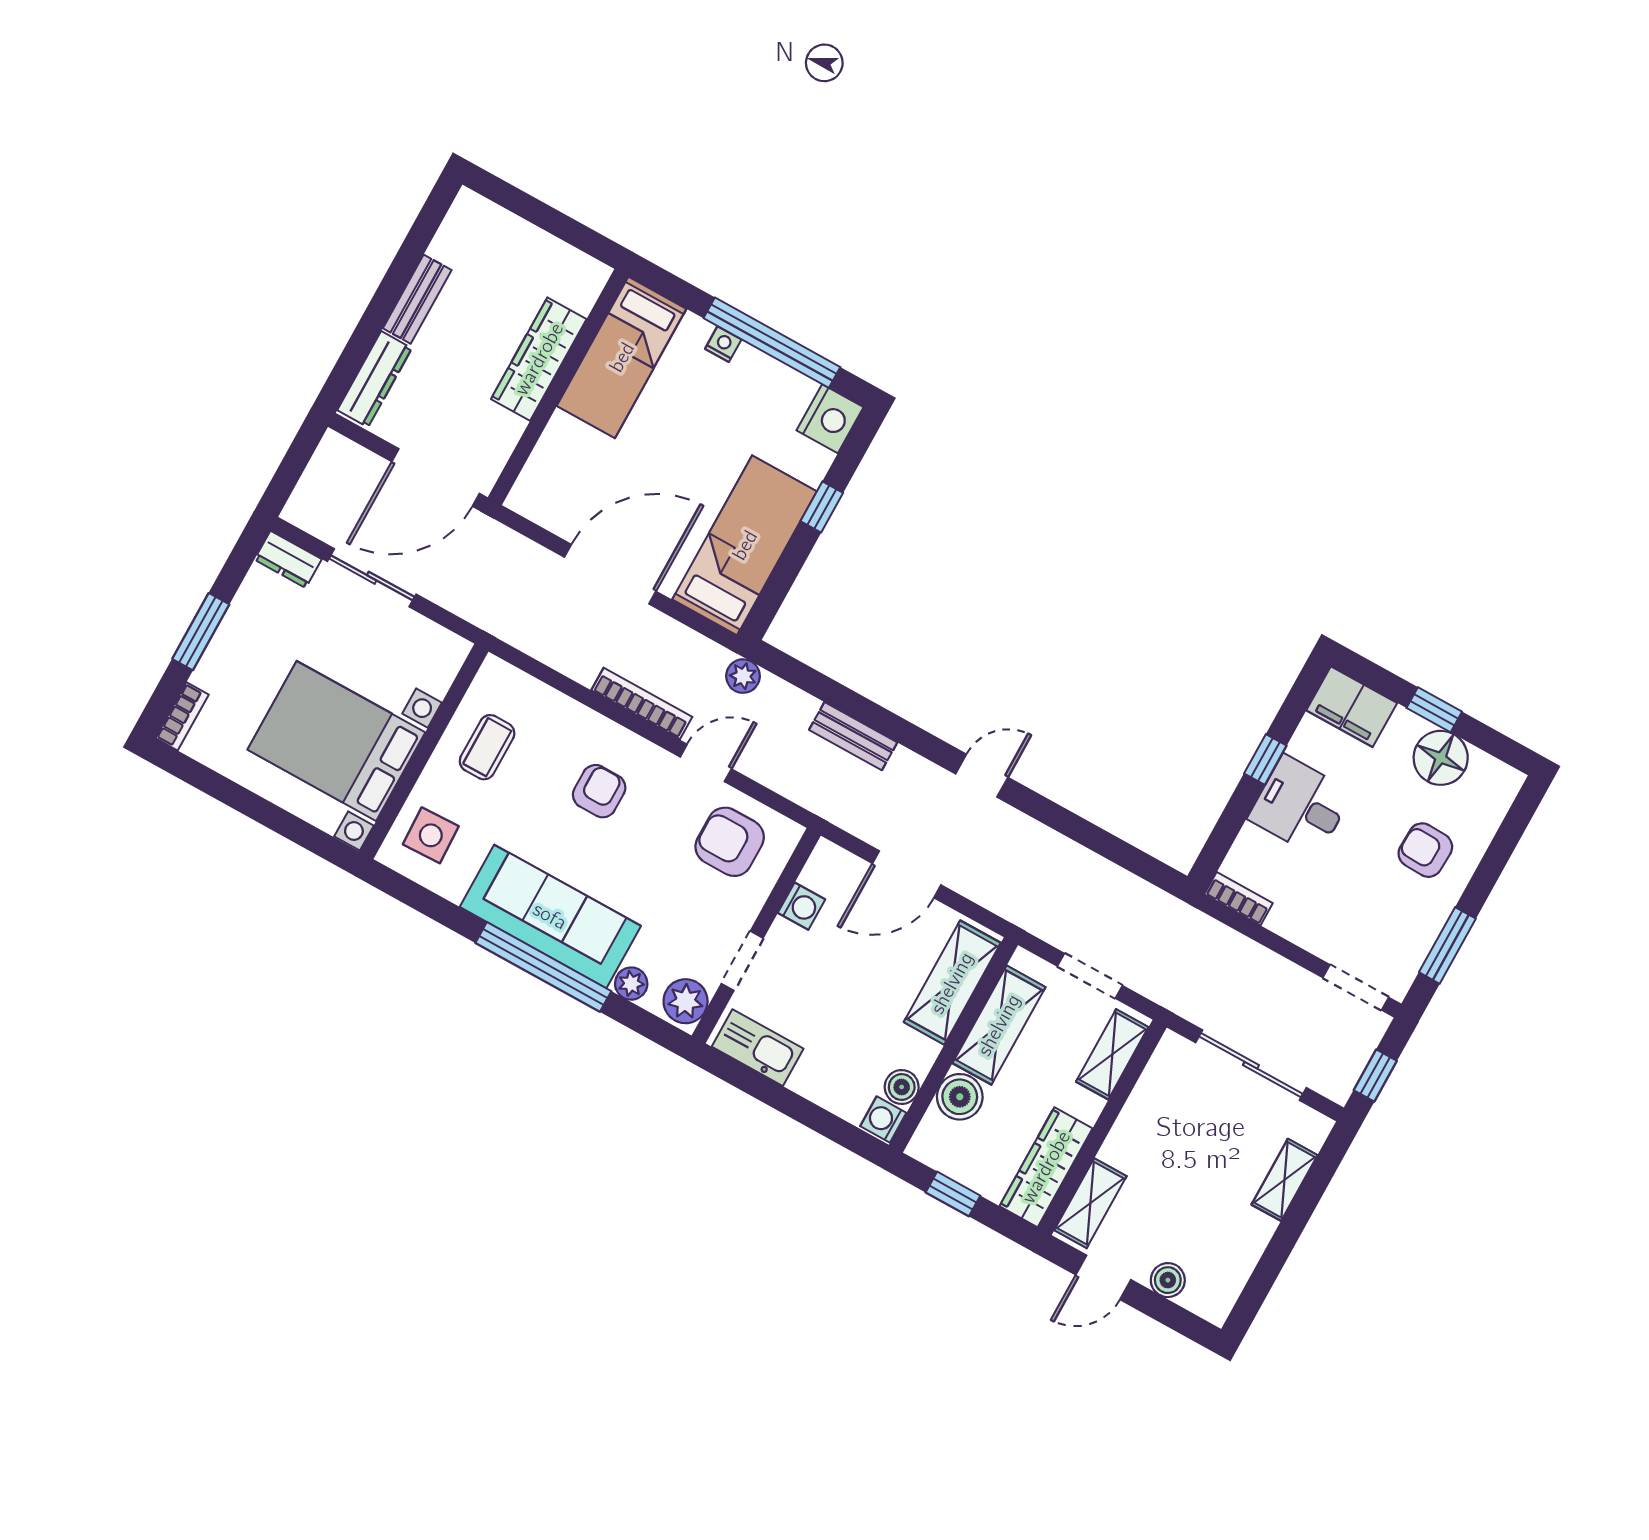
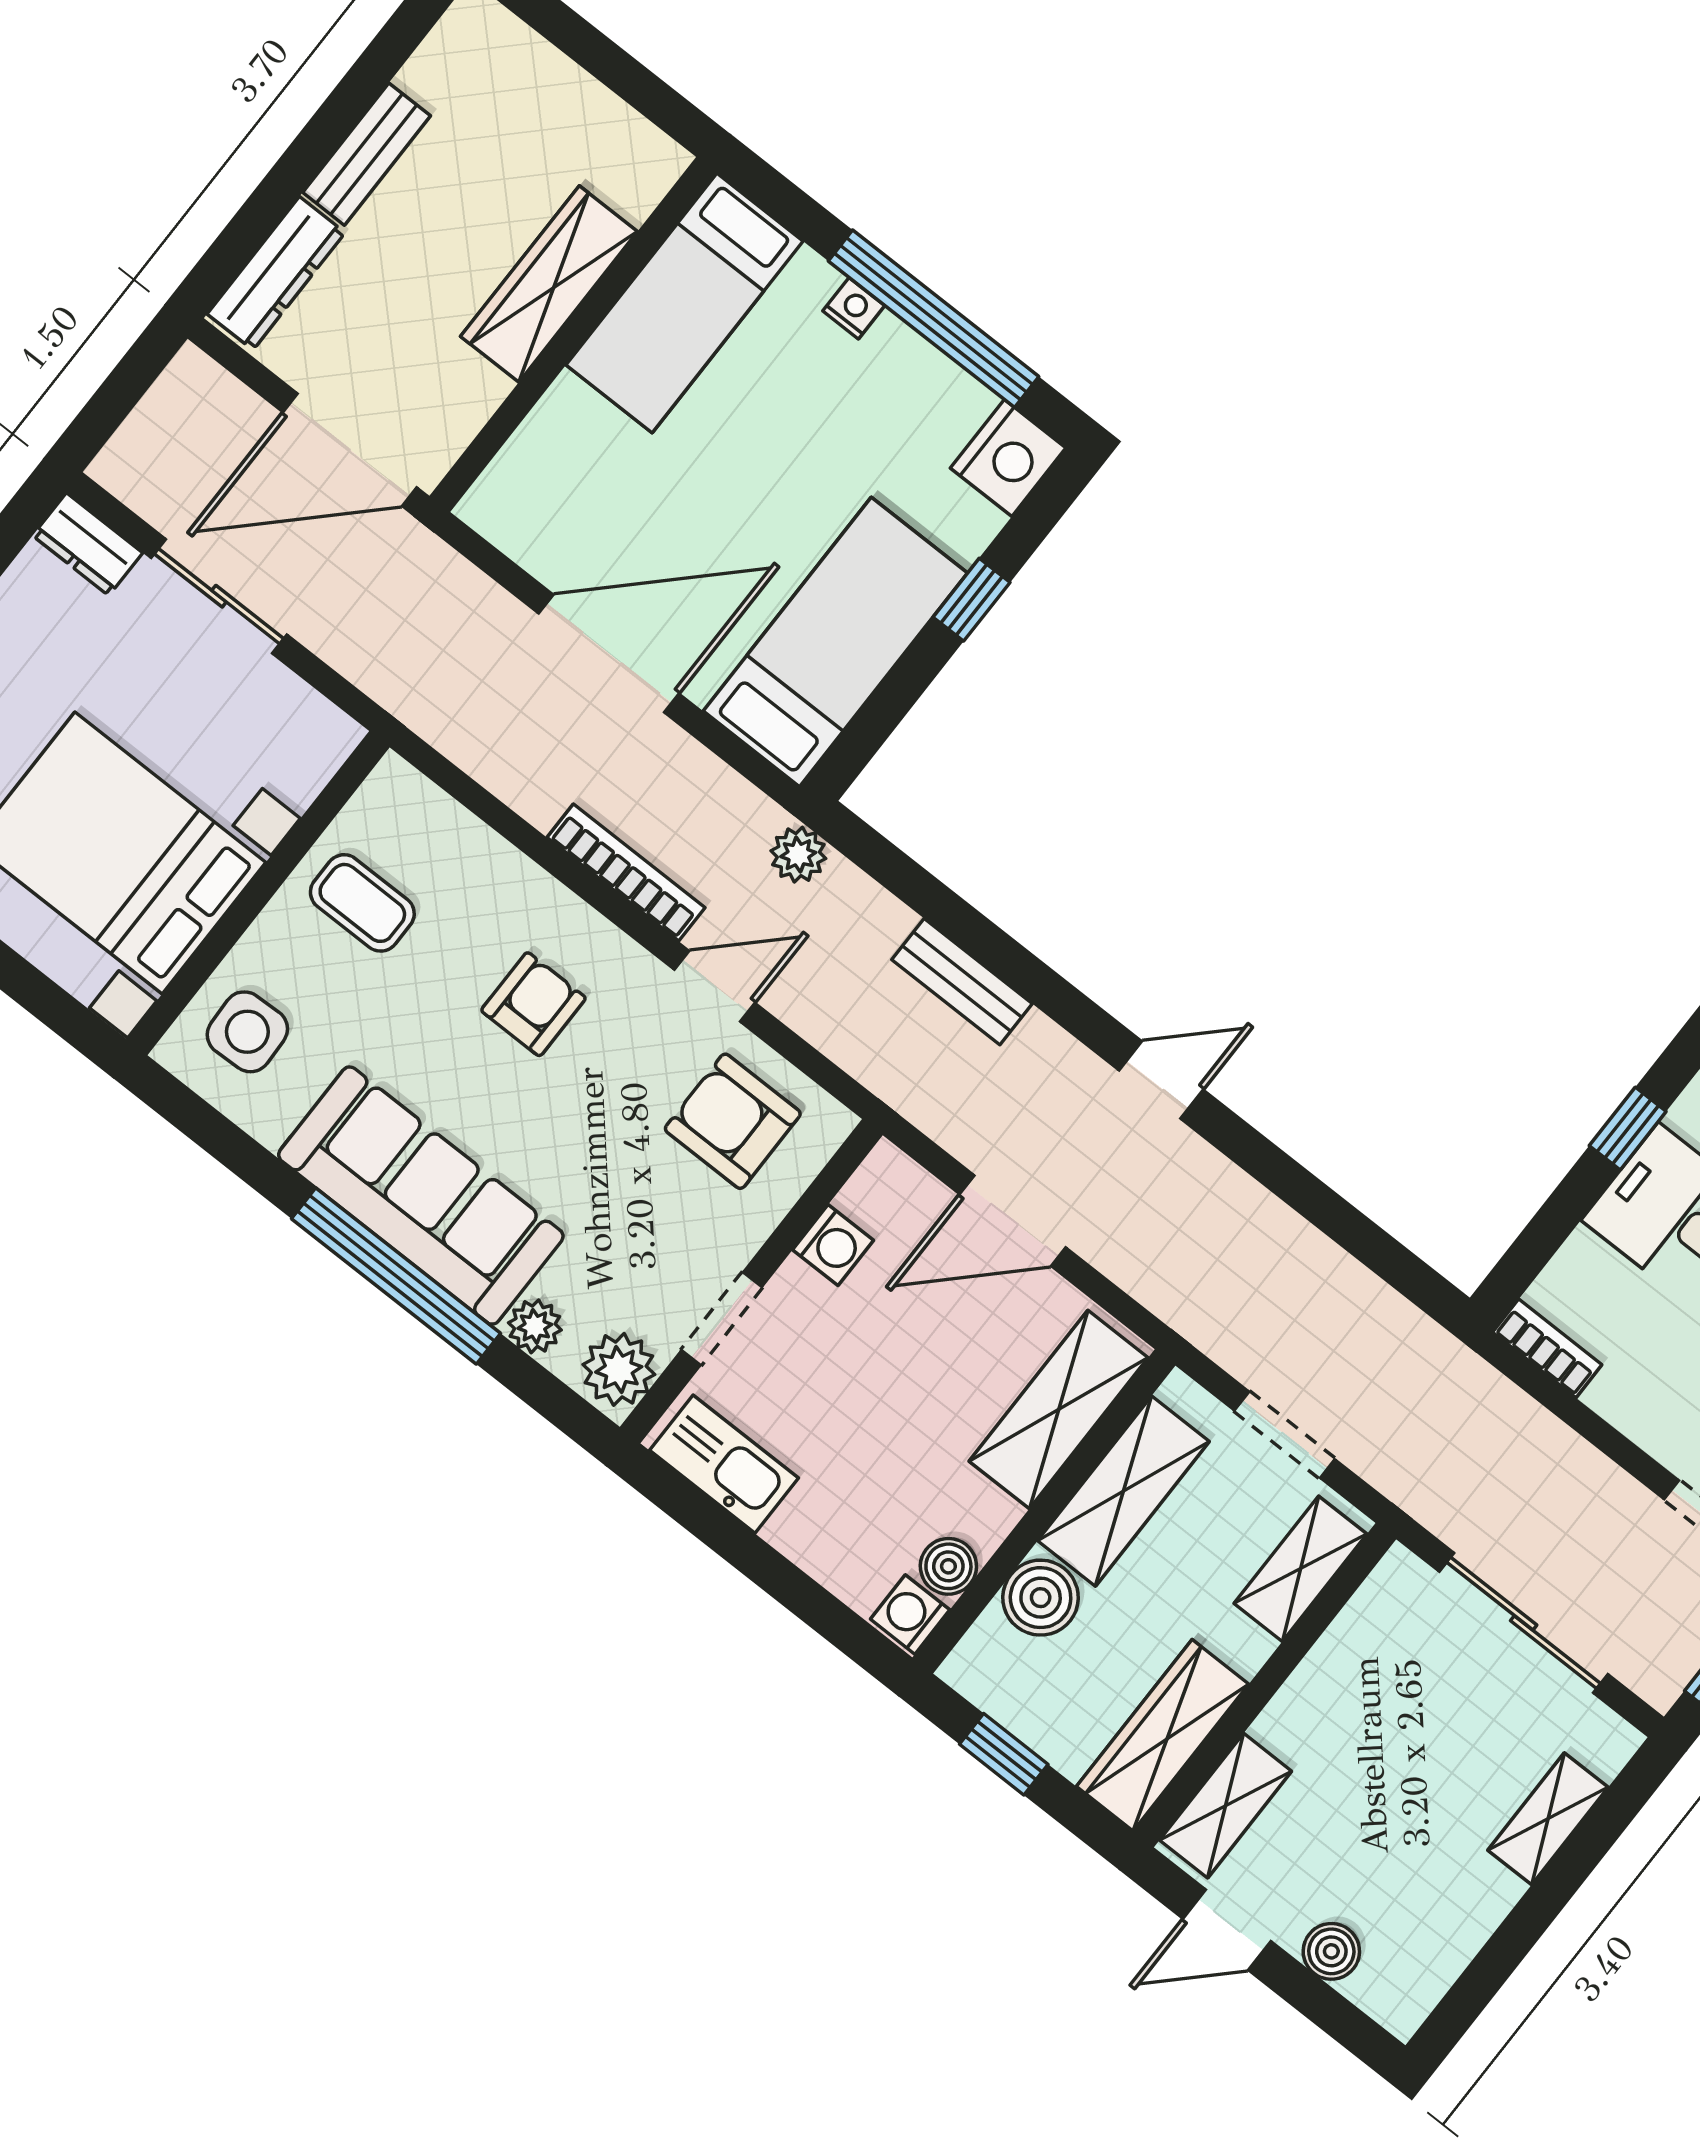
coffee table: (487, 747) -> (362, 903), turned 90

